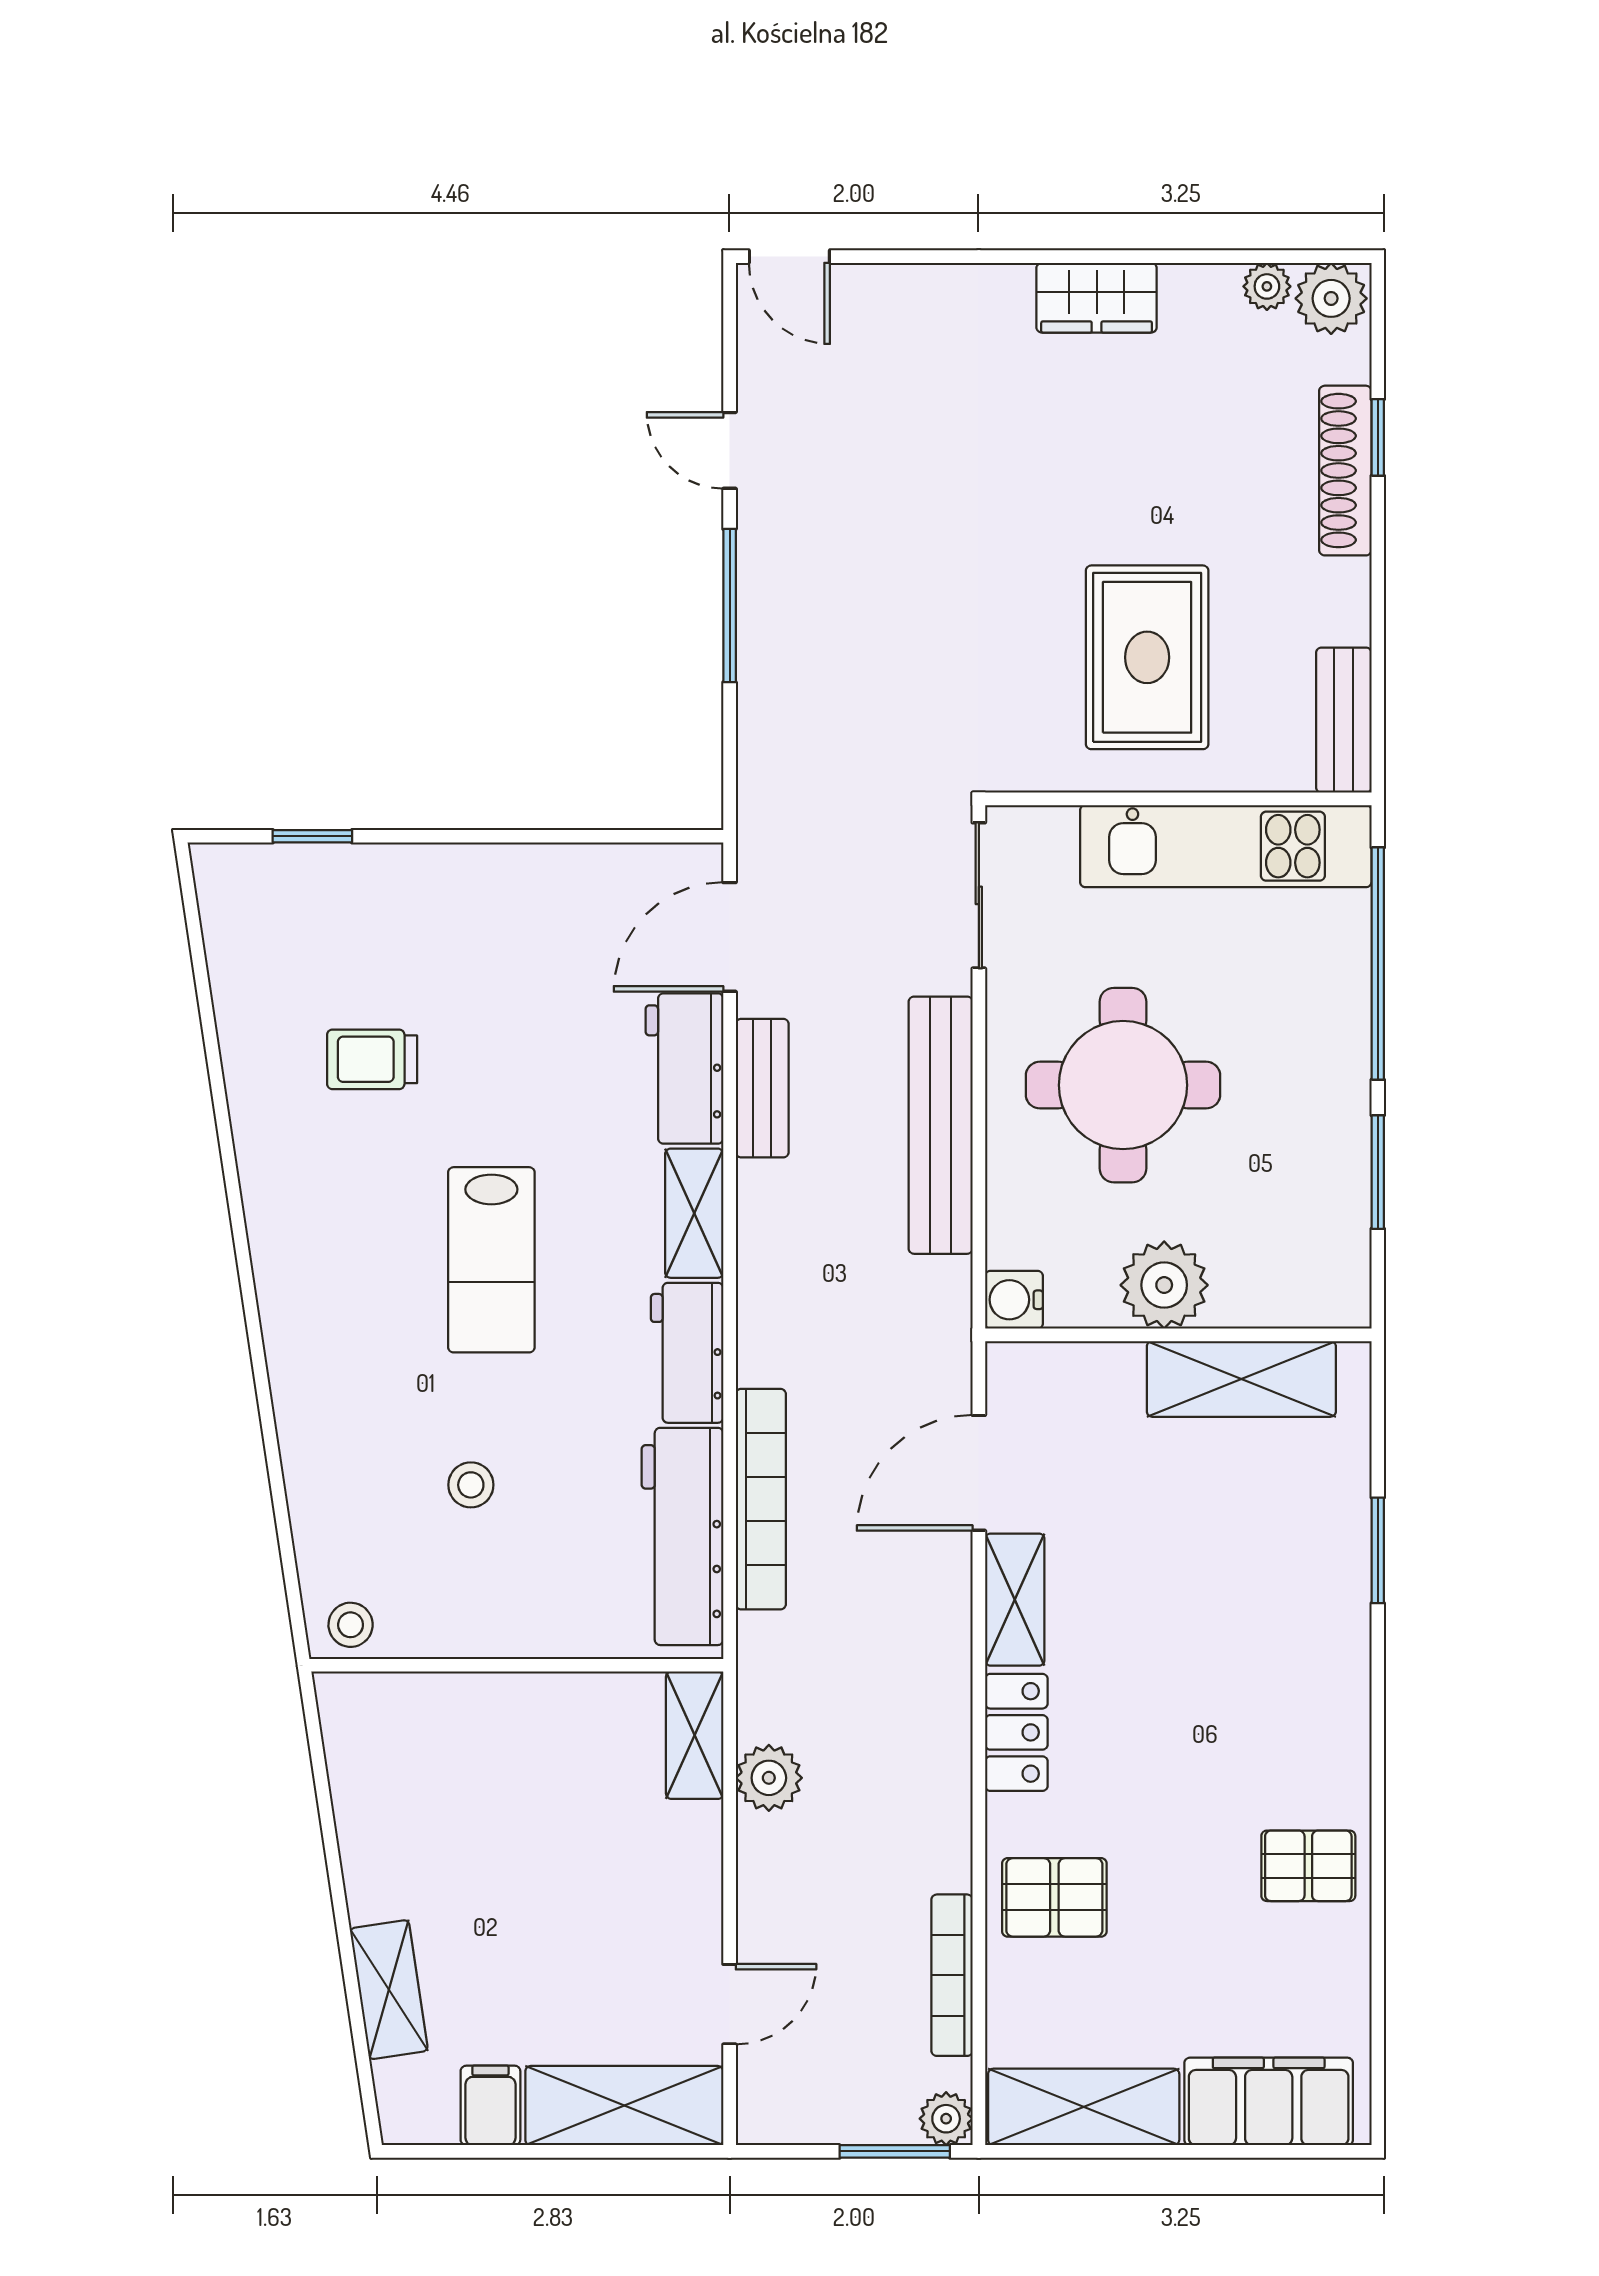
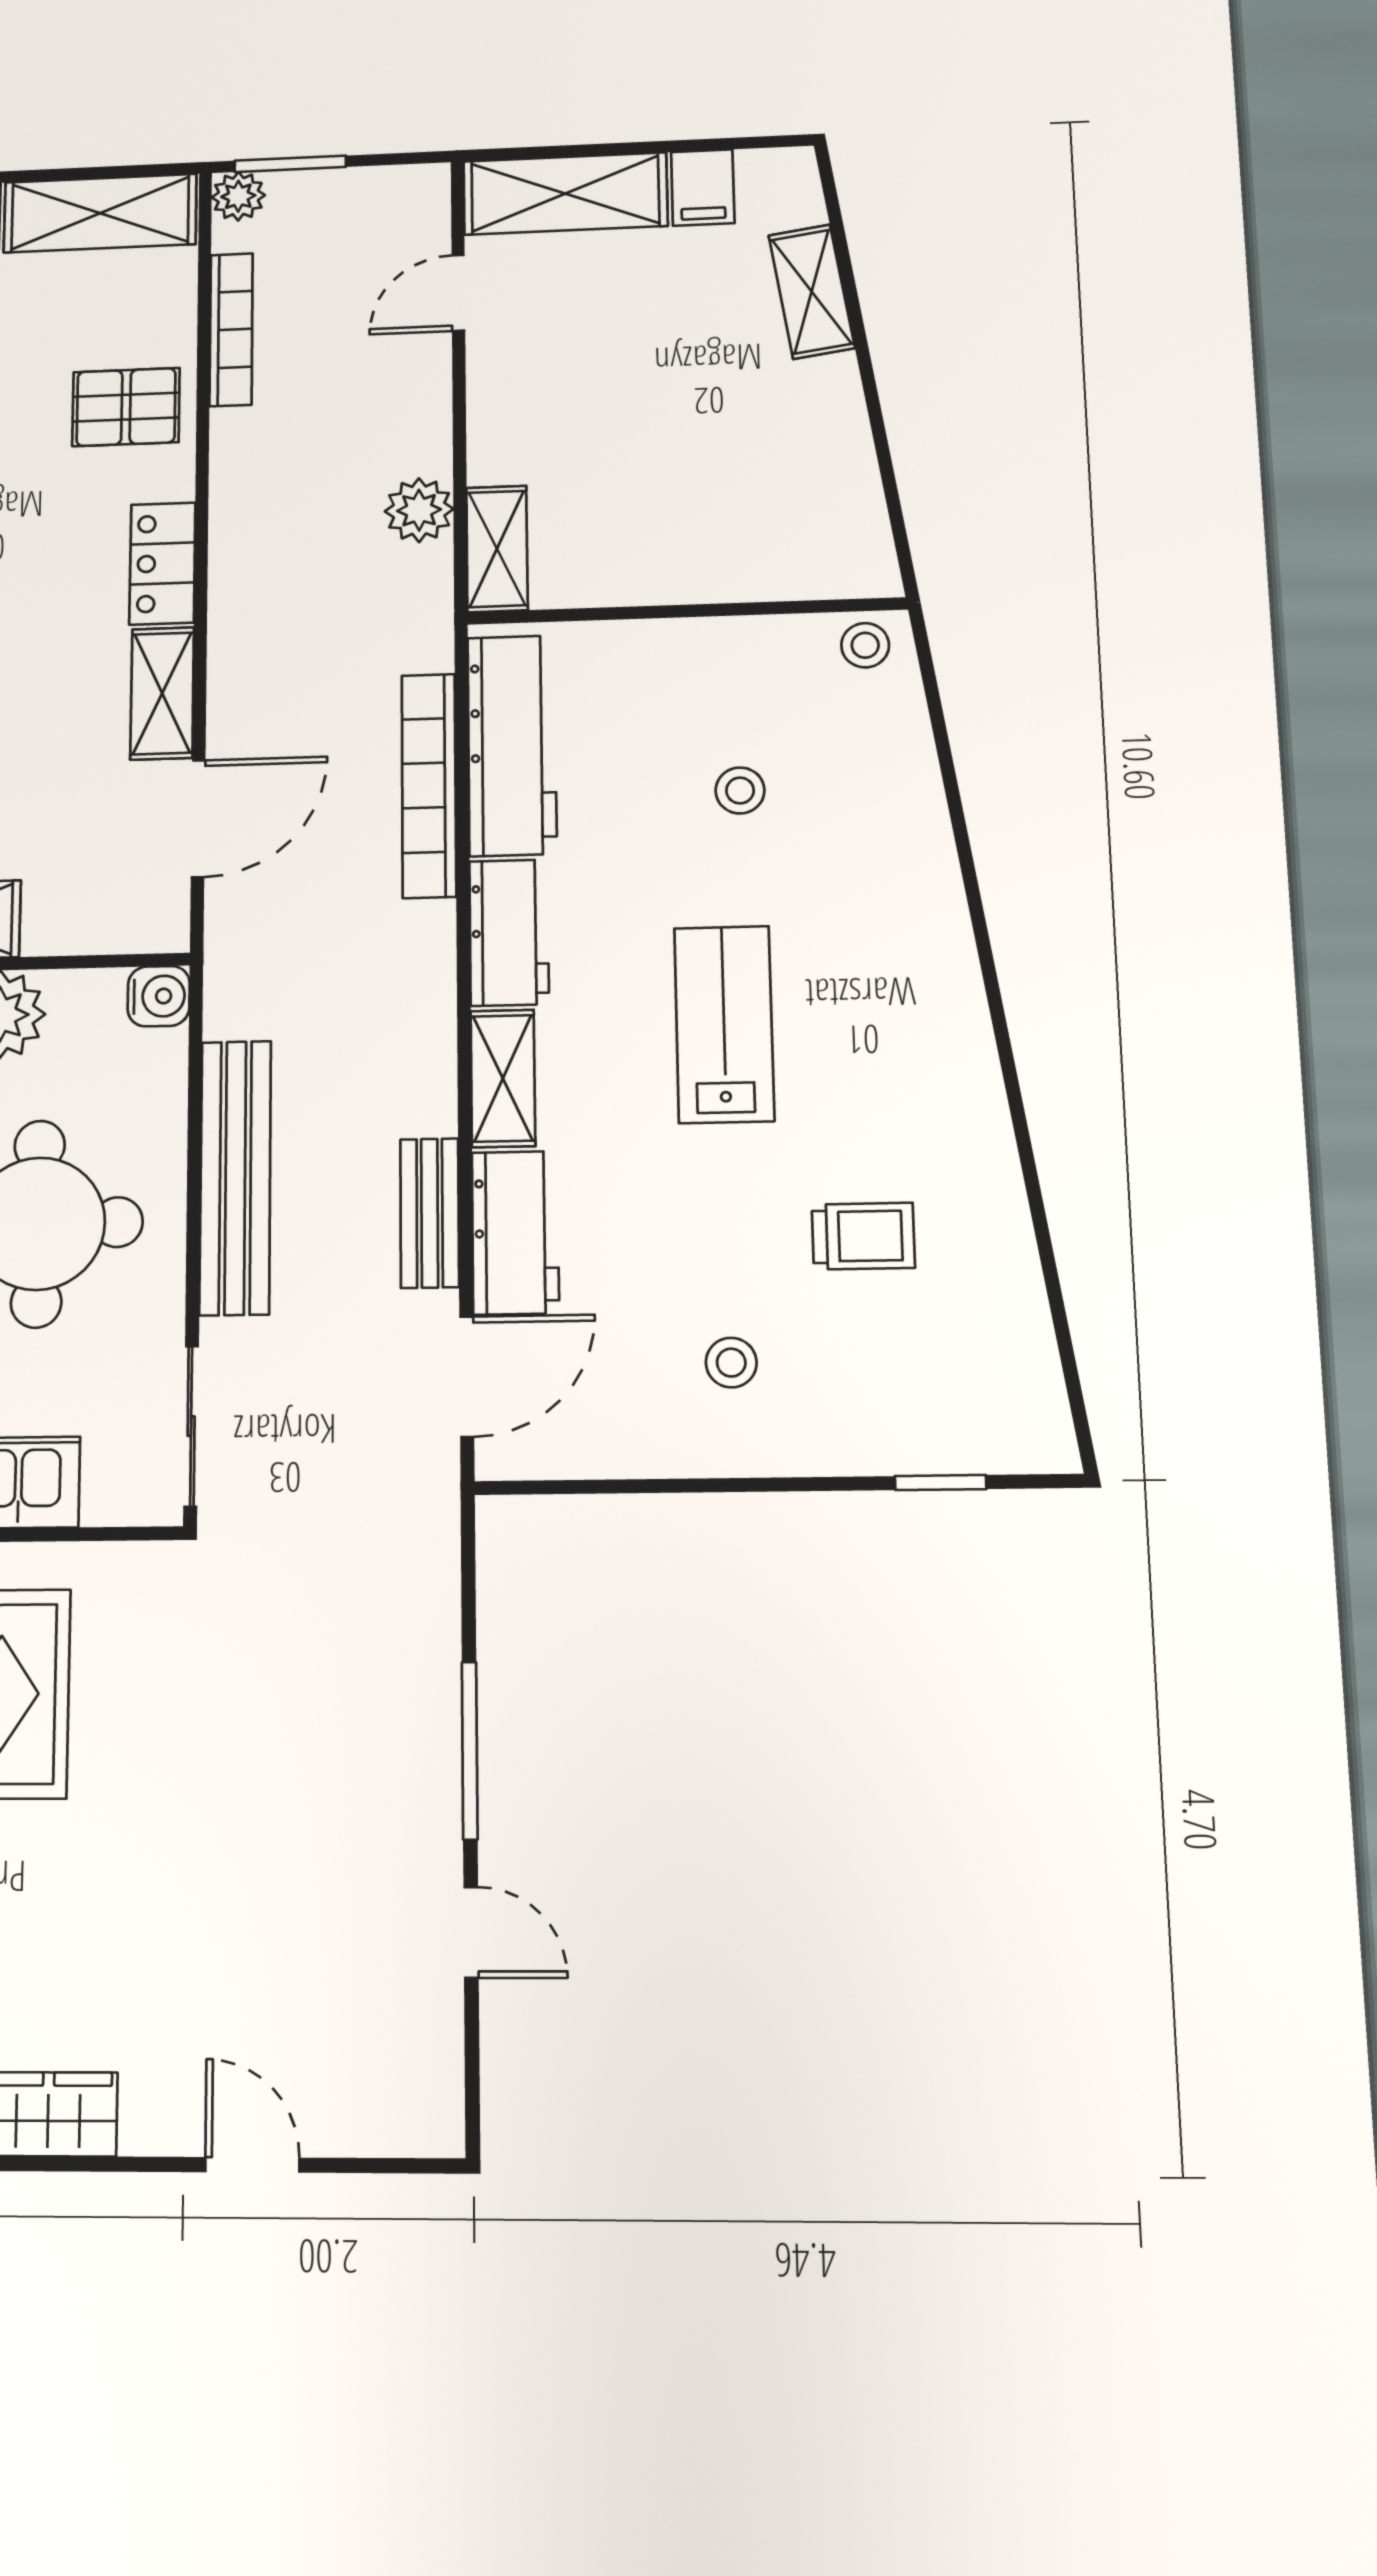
door: (789, 257) -> (252, 2165), moved
stool: (493, 946) -> (731, 1363), added

